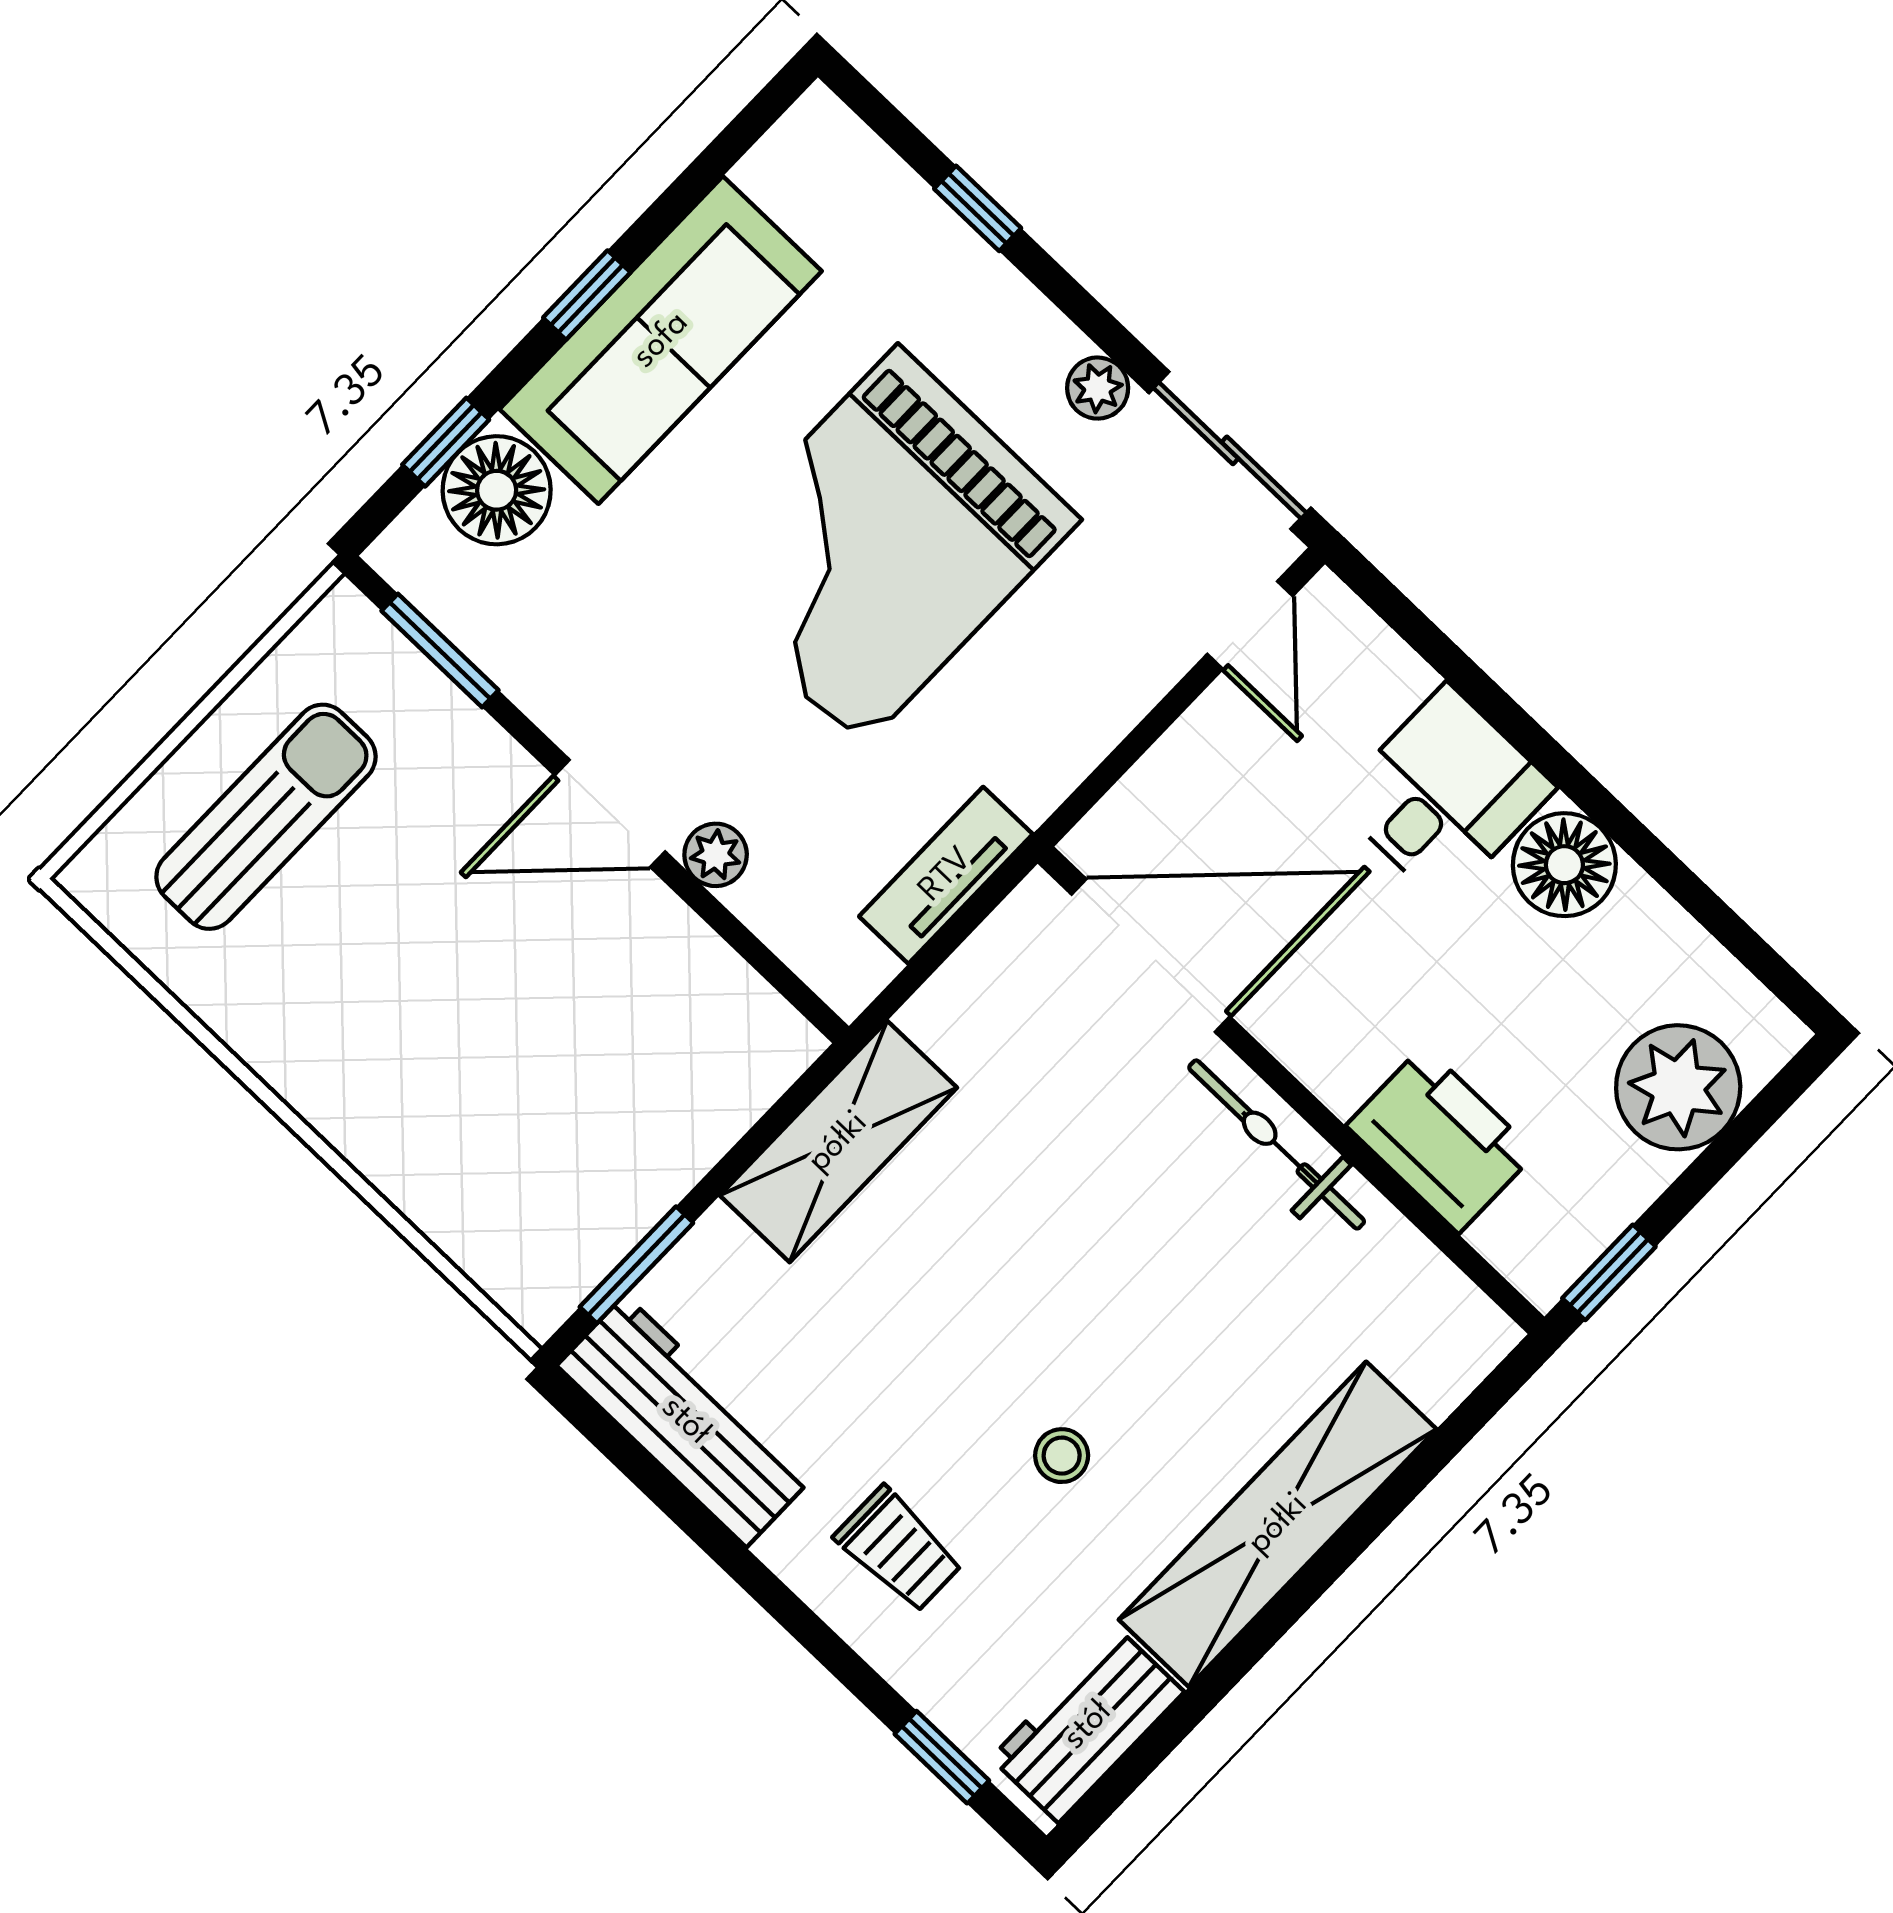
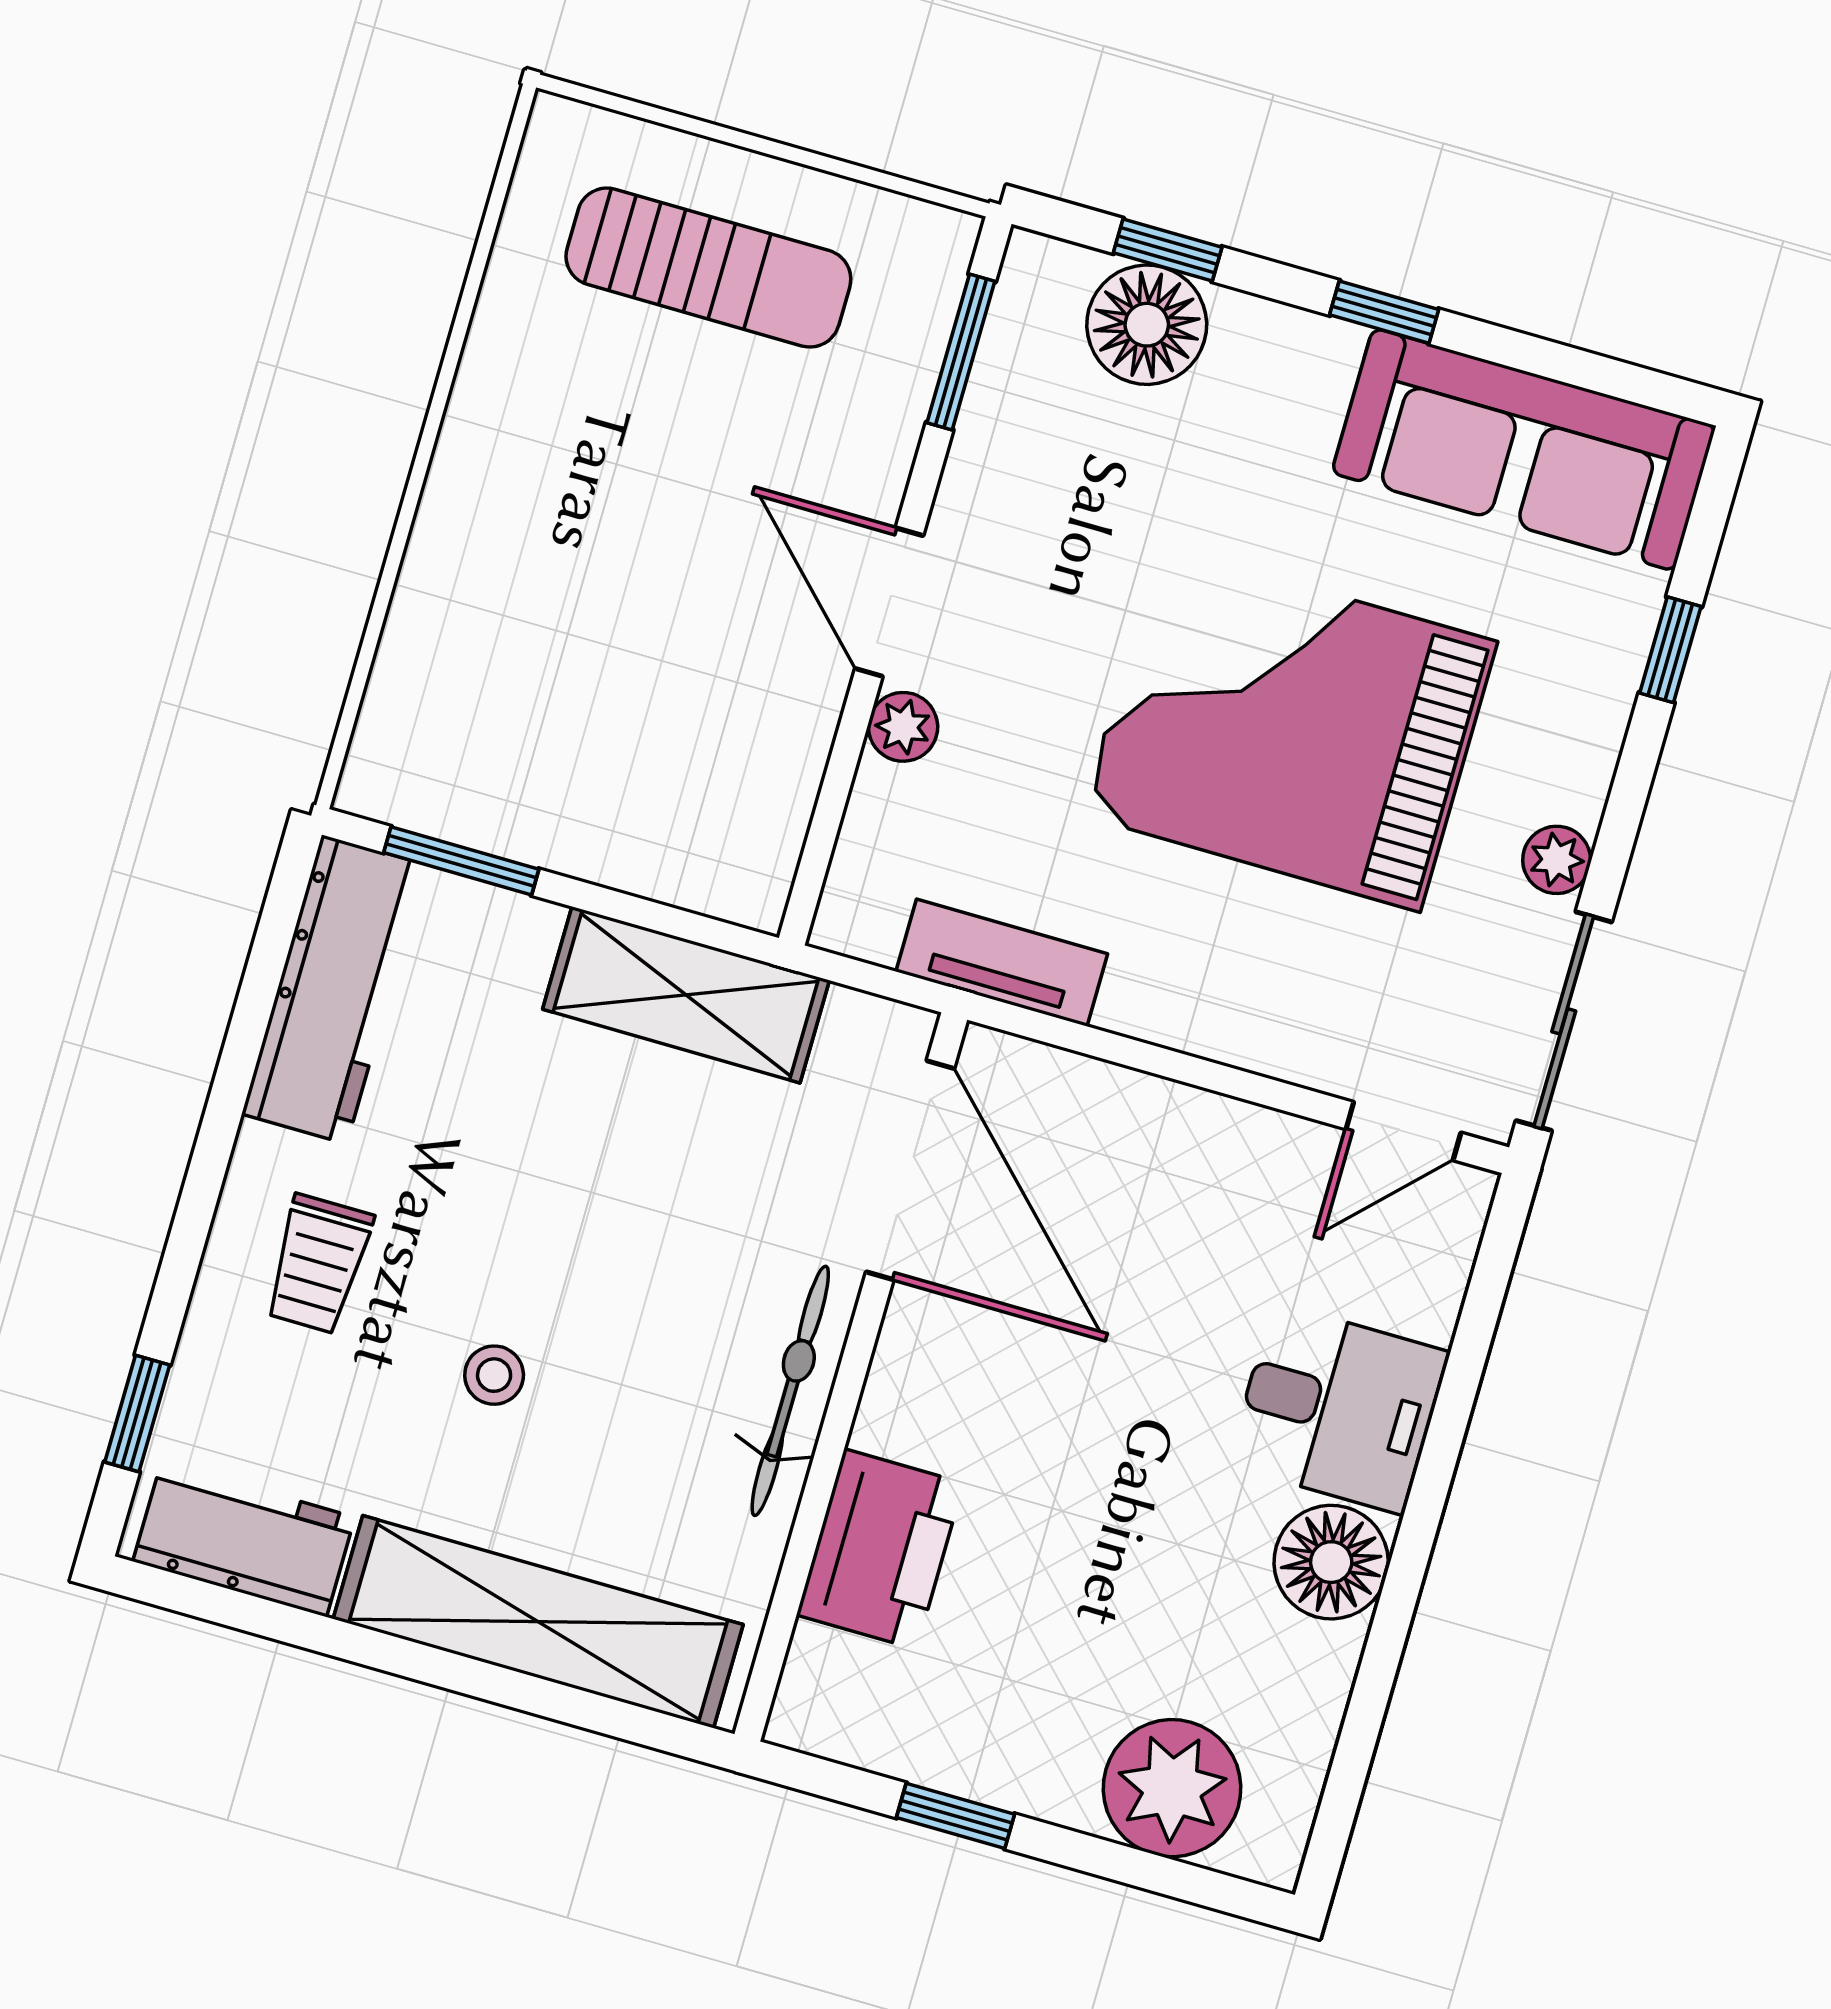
sofa: (661, 340) -> (1524, 450), moved
door: (1151, 955) -> (910, 1170), moved
wall: (1291, 1090) -> (851, 1377), moved
printer: (1441, 1139) -> (880, 1549), moved
bicycle: (1277, 1144) -> (790, 1391), moved

